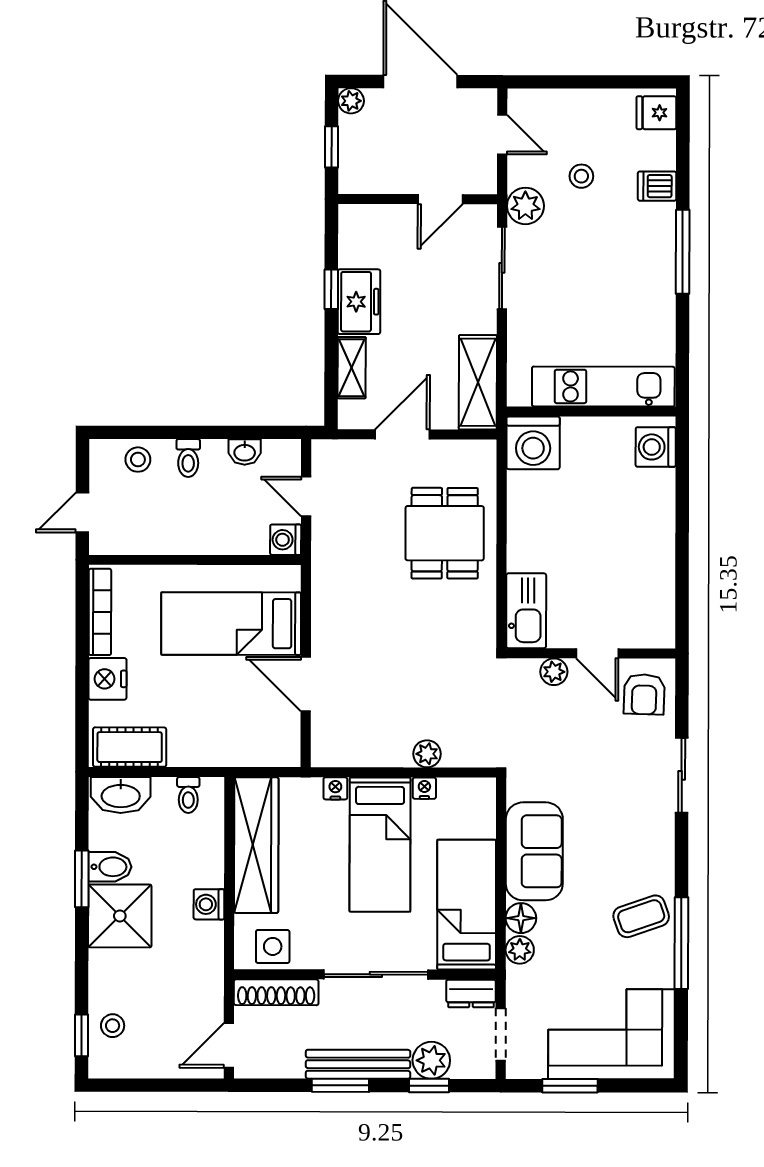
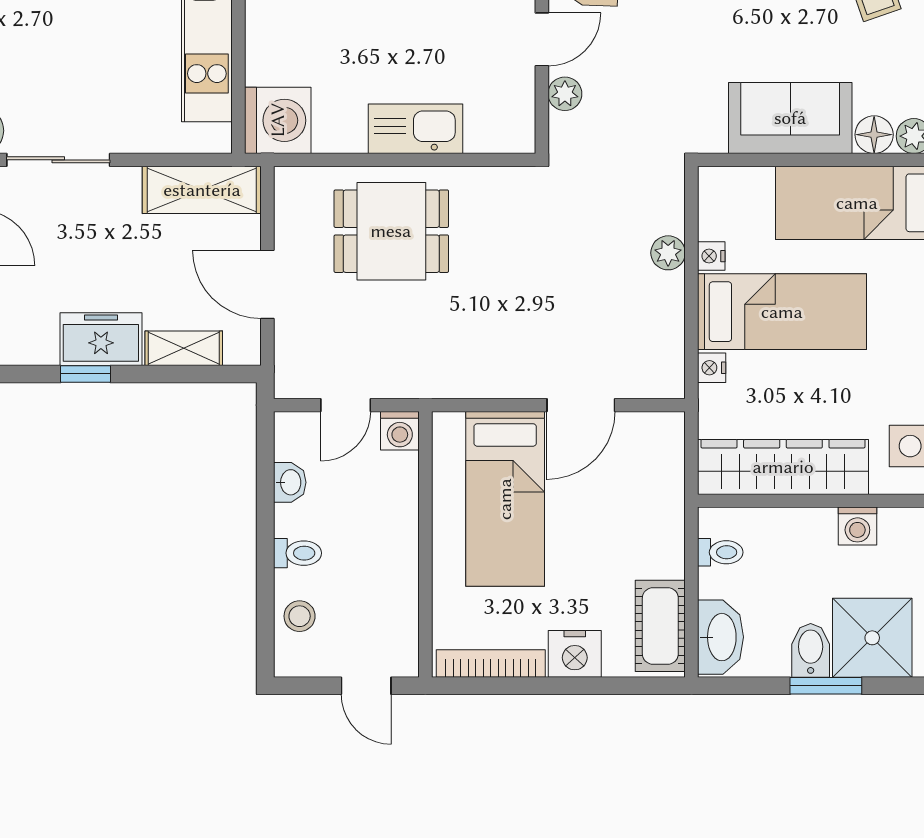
kitchen sink: (526, 611) -> (415, 129), moved

